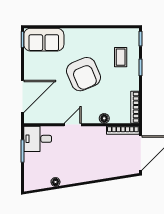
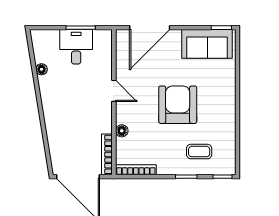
sofa: (44, 40) -> (207, 44), moved, turned -90
armchair: (84, 74) -> (178, 105), turned 113
door: (23, 96) -> (150, 28), hinge flipped
desk: (38, 139) -> (76, 47), moved

